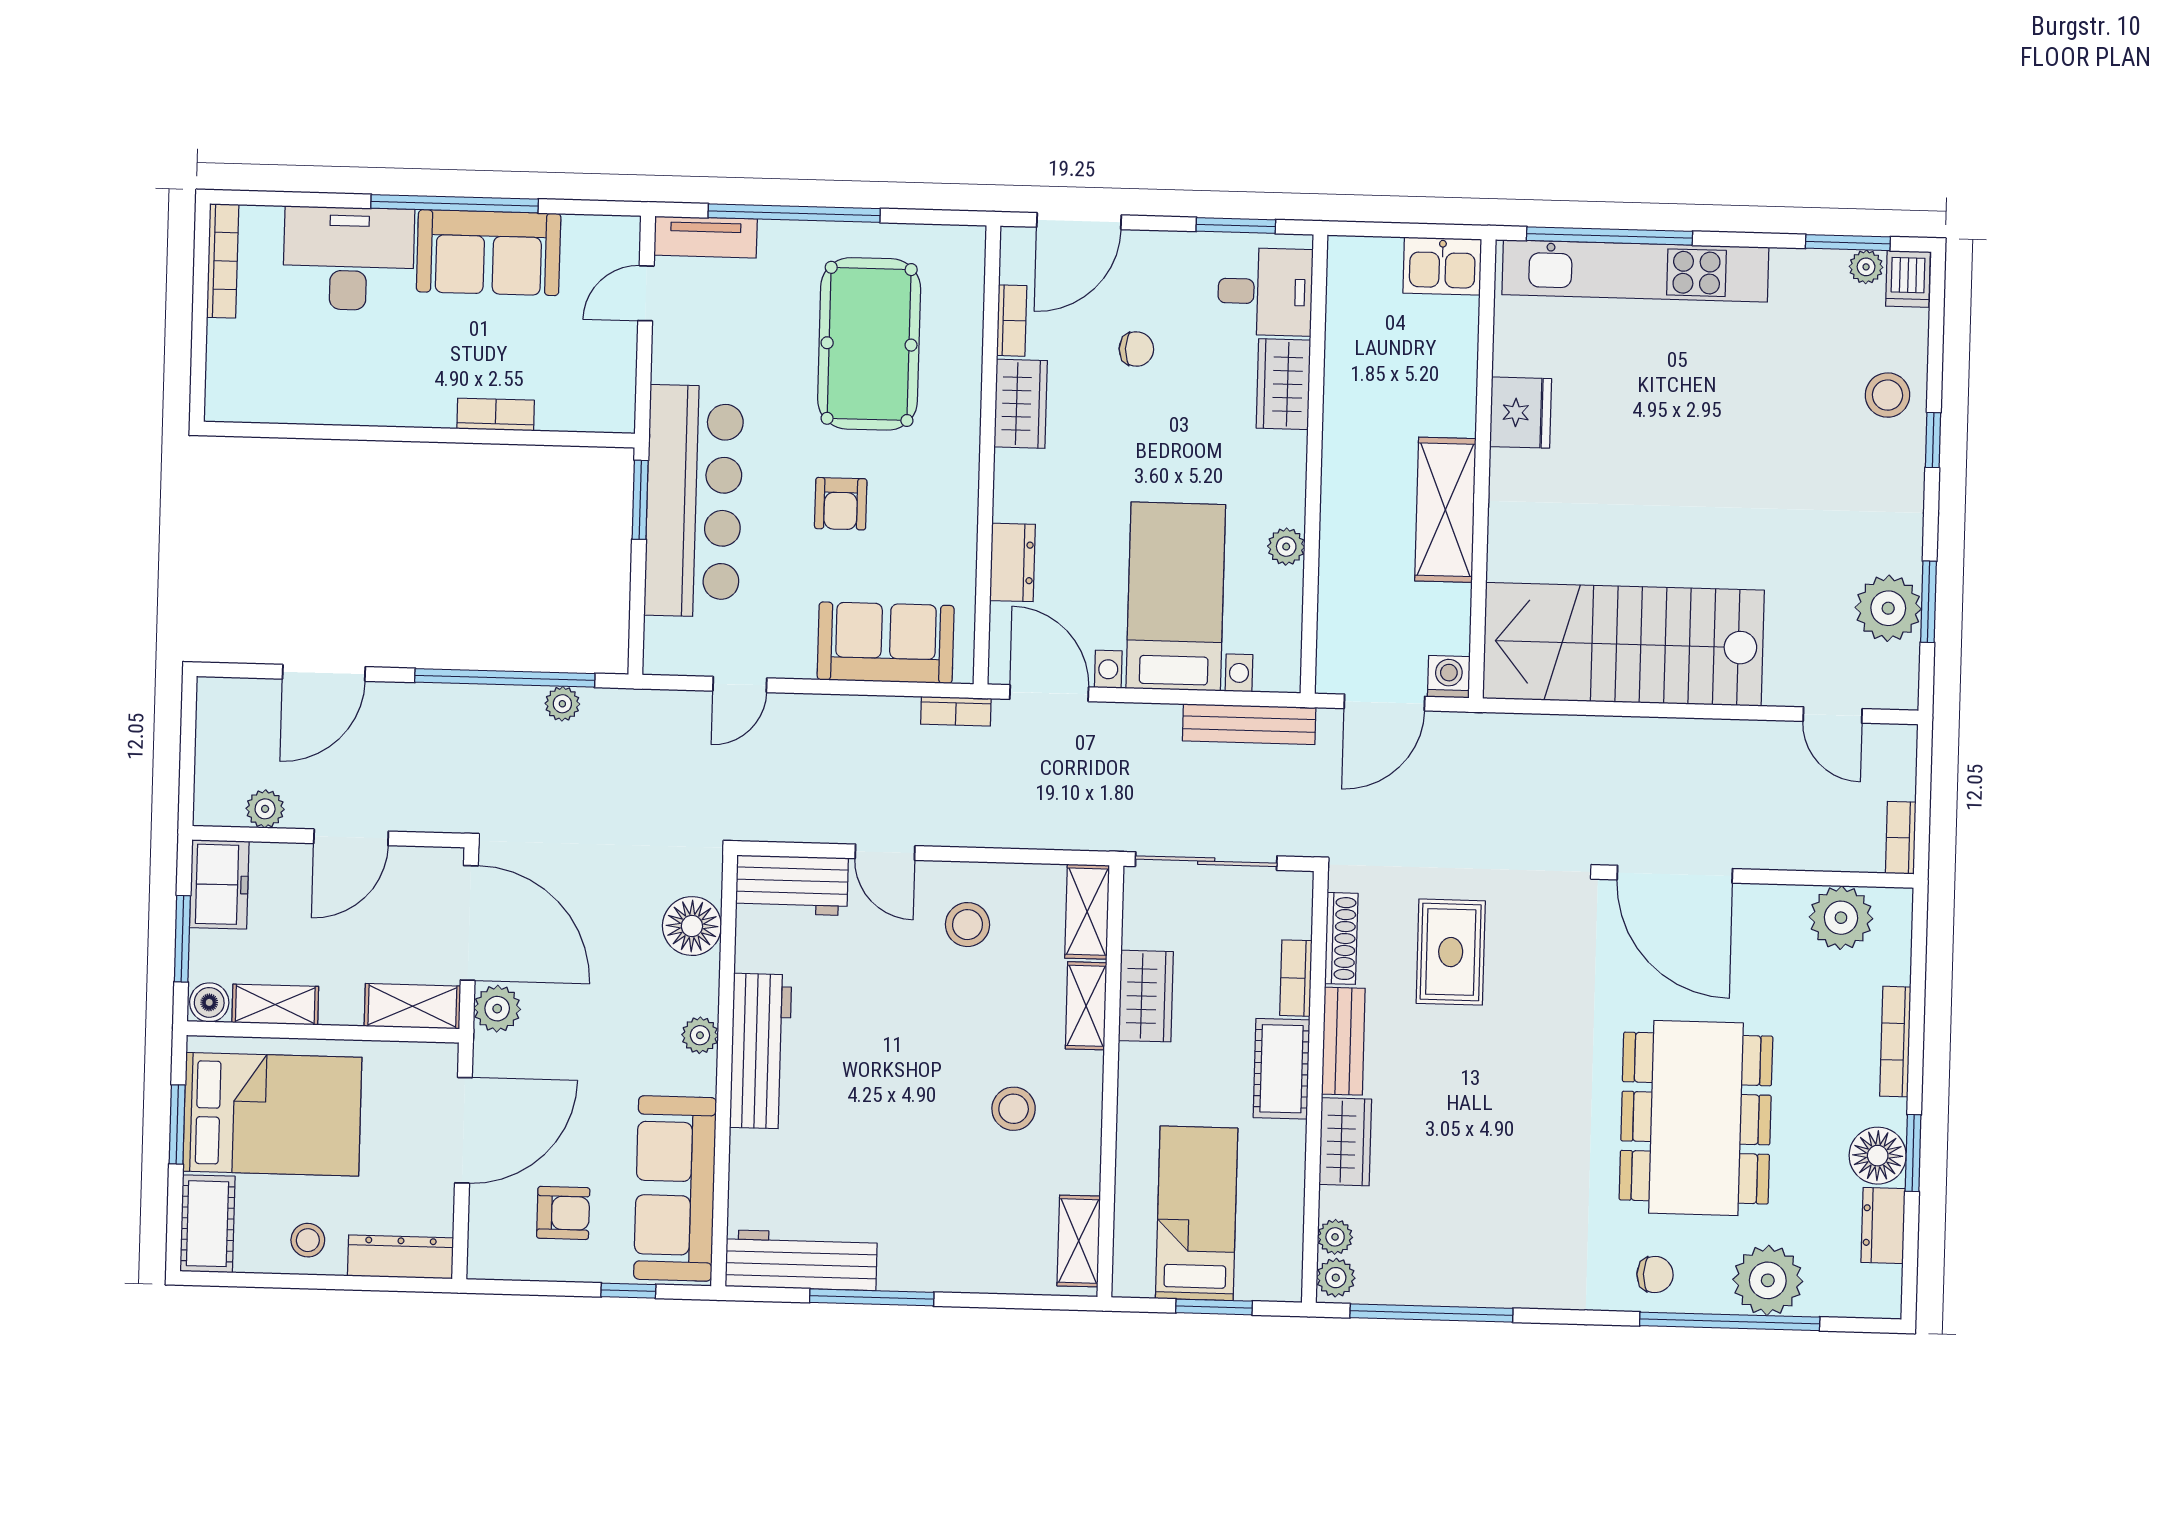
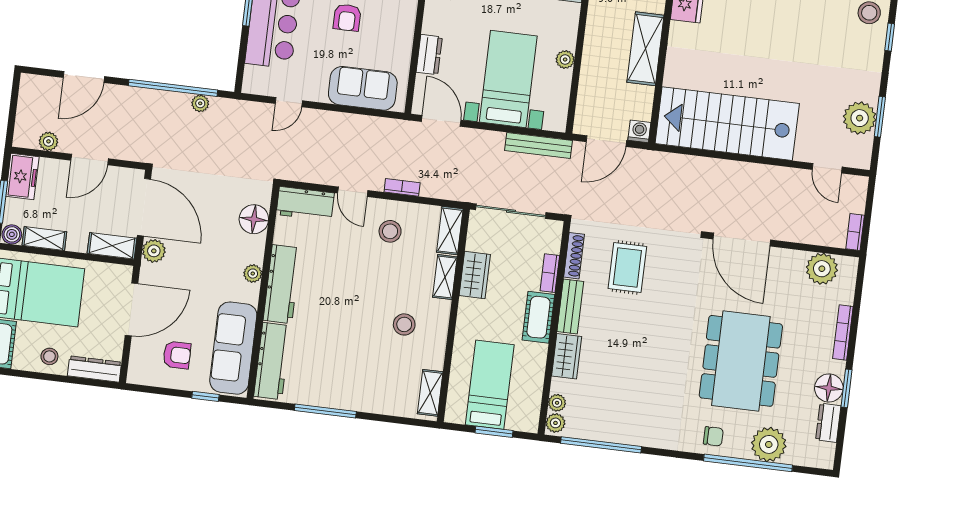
bookcase: (956, 711) -> (402, 187), moved, turned 180
workbench: (801, 1260) -> (272, 361), moved, turned 90

